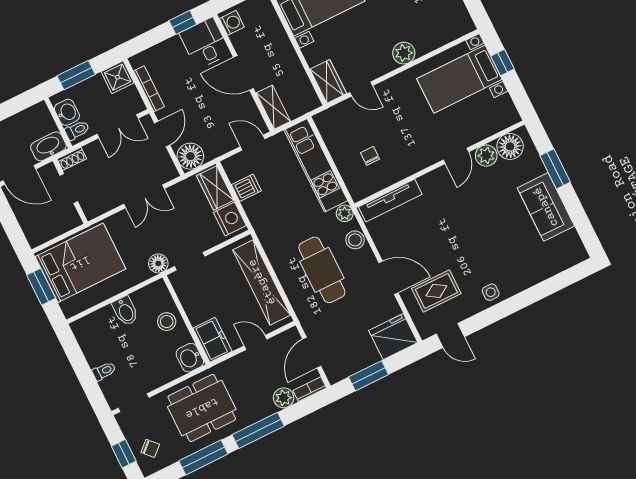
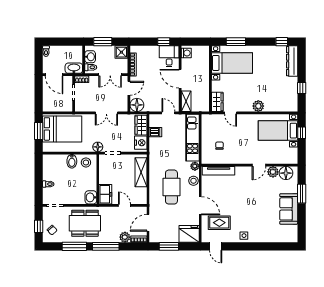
shelving: (262, 282) -> (141, 172), width x0.68
stool: (167, 322) -> (86, 162), moved

